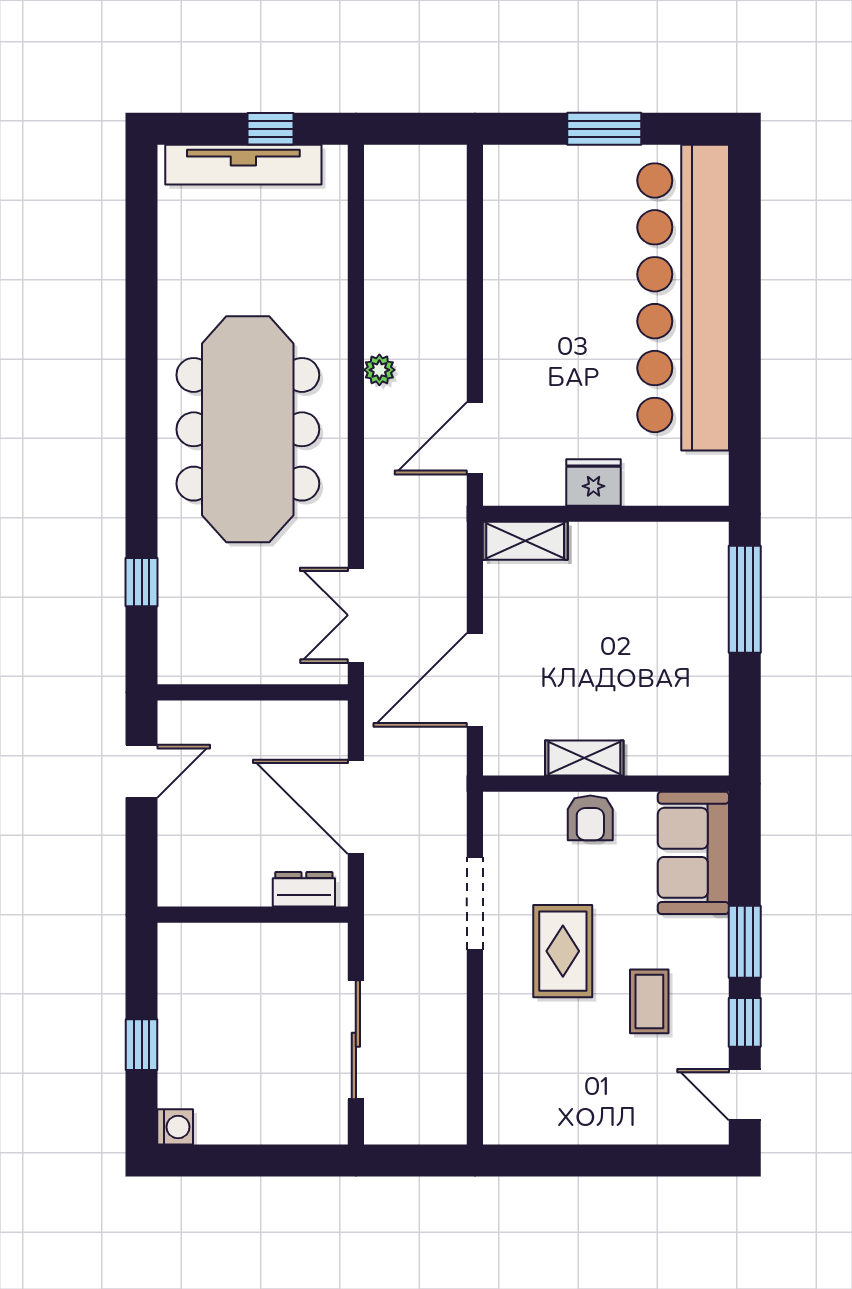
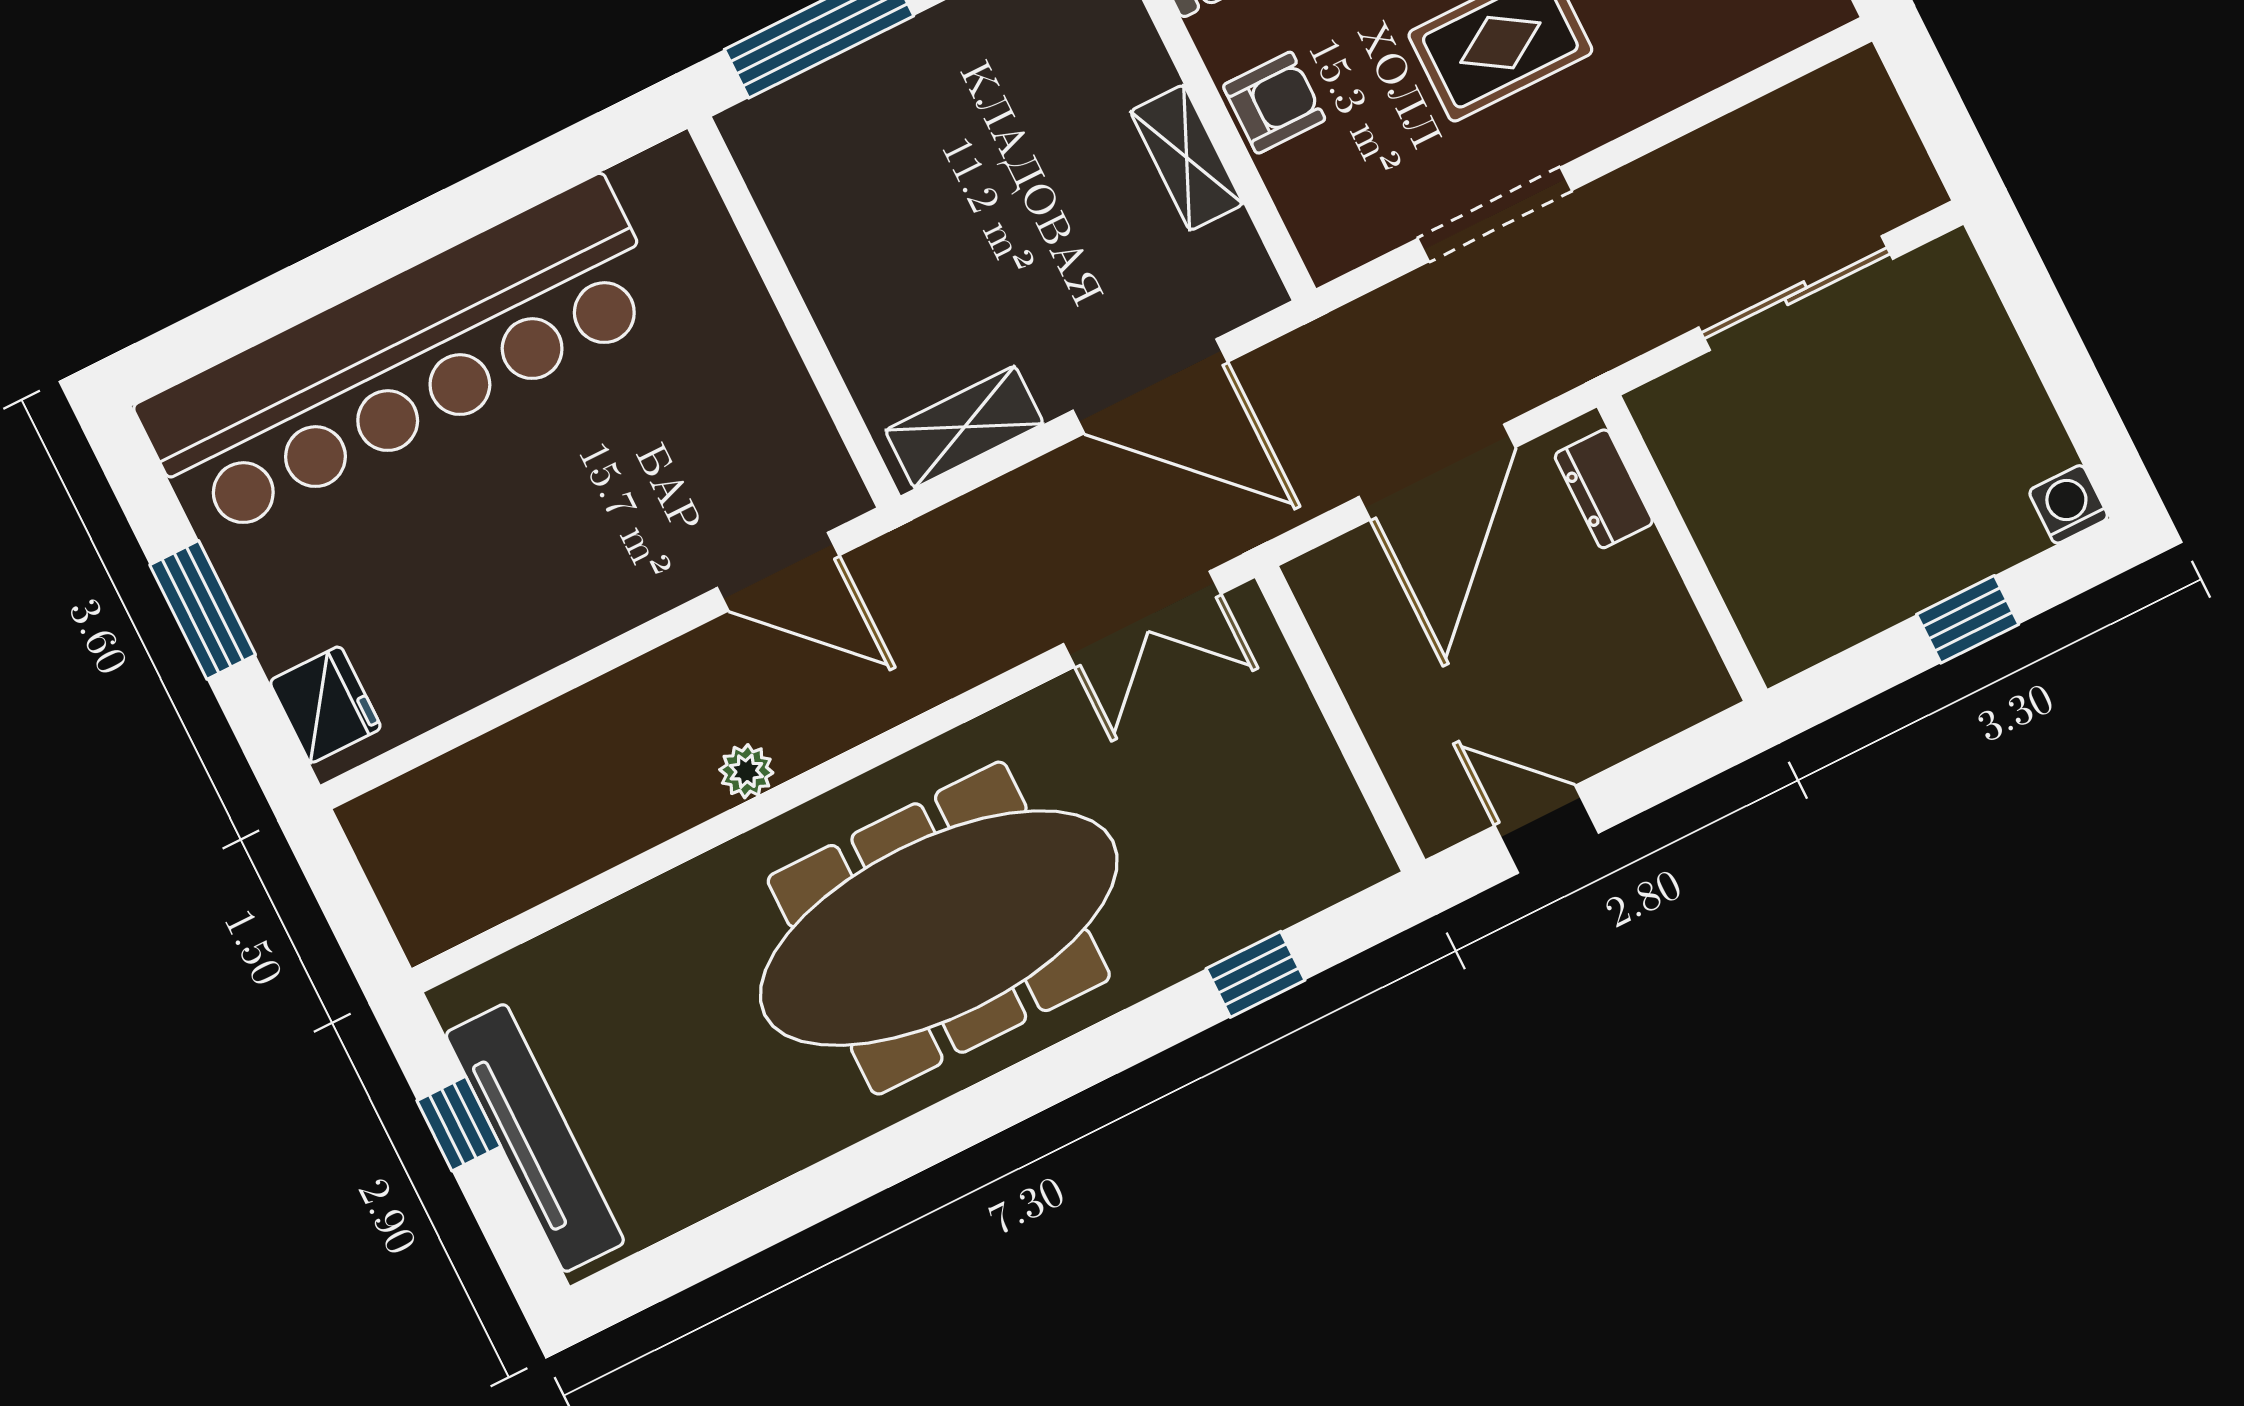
fridge: (593, 482) -> (325, 705), moved, turned 180
shelving: (525, 541) -> (964, 427), moved, turned 90

